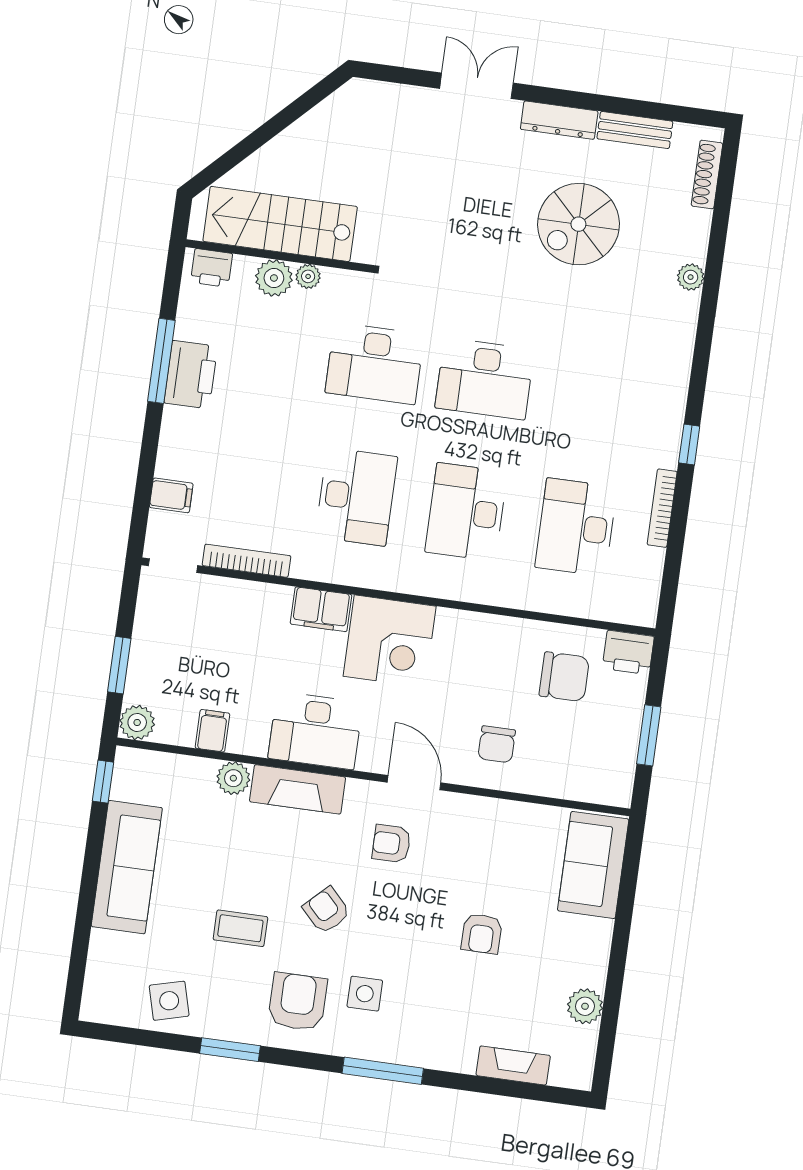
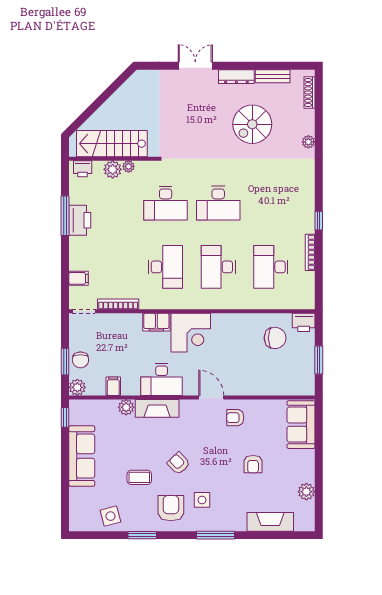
chair: (497, 744) -> (80, 360), moved
armchair: (391, 844) -> (235, 418), moved
fireplace: (513, 1065) -> (270, 522), width x1.37, depth x1.32

